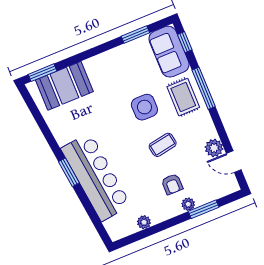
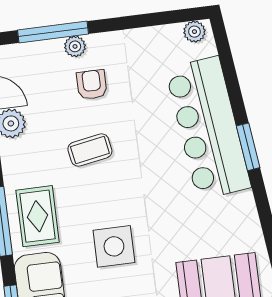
side table: (144, 107) -> (114, 246), moved
window: (204, 209) -> (53, 32), width x1.44
plant: (144, 222) -> (194, 32), moved

